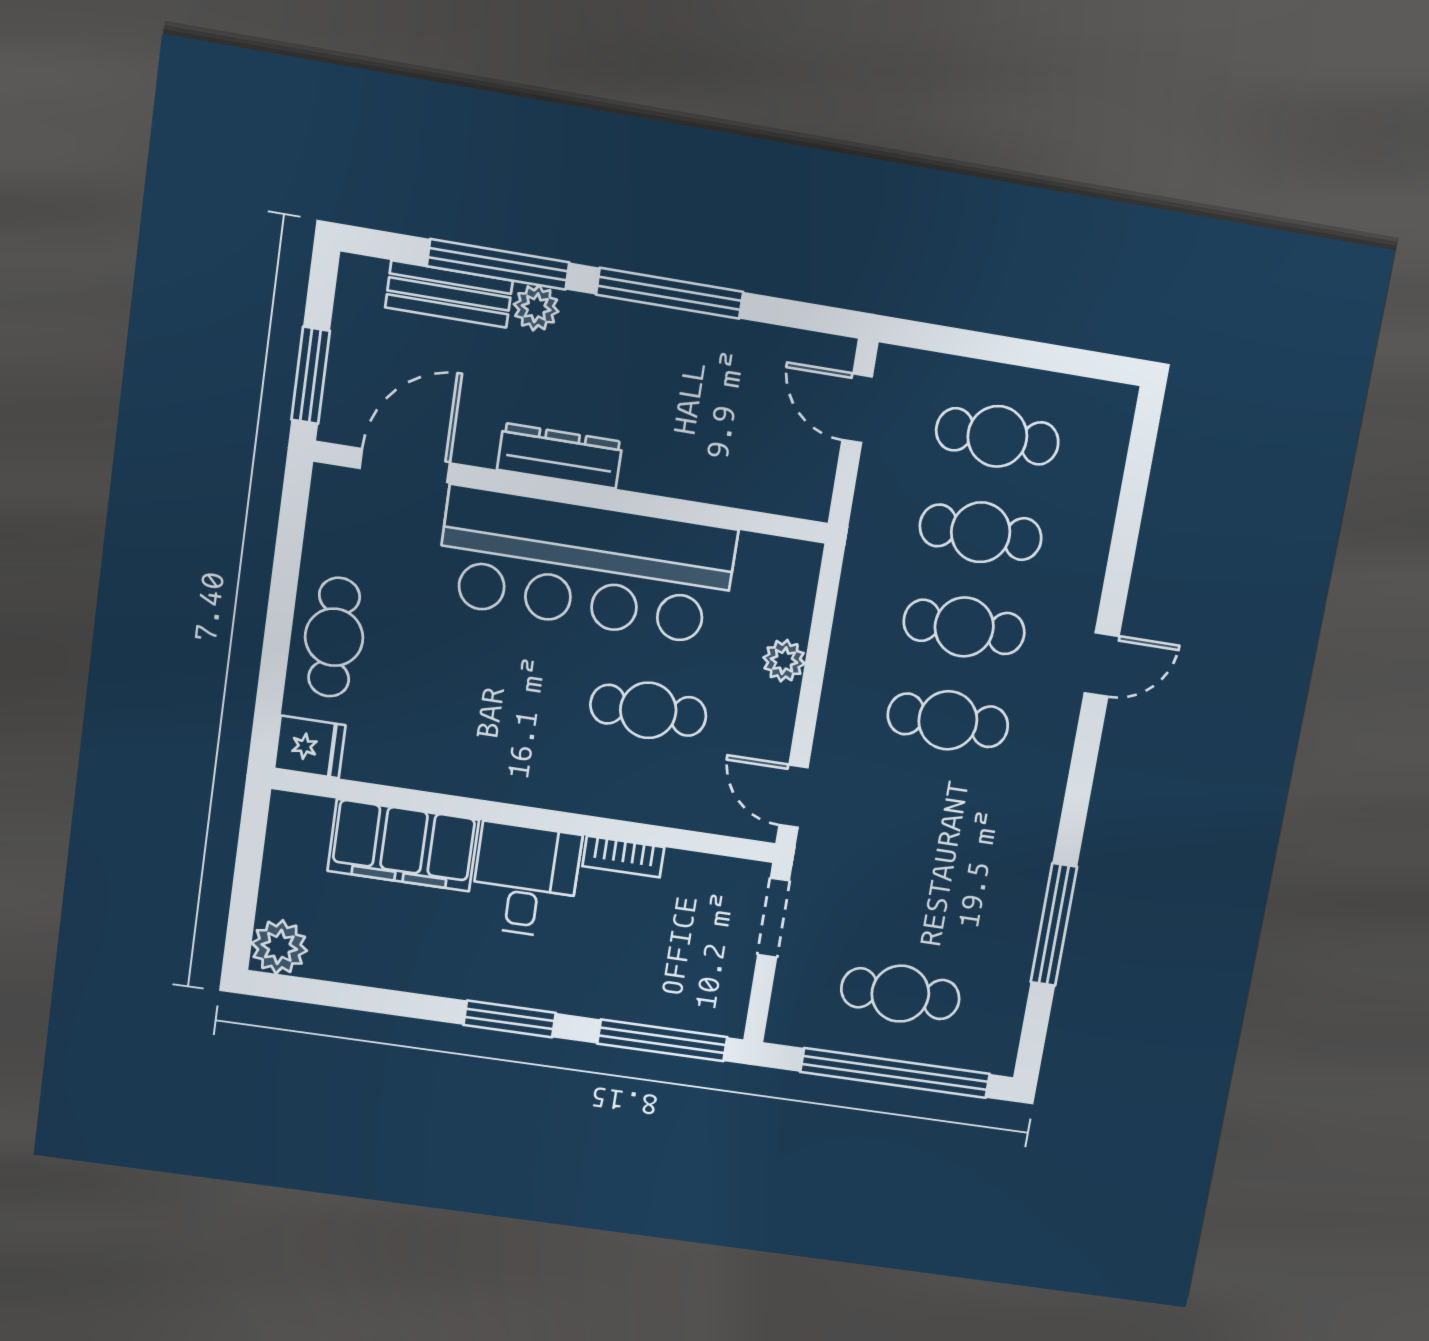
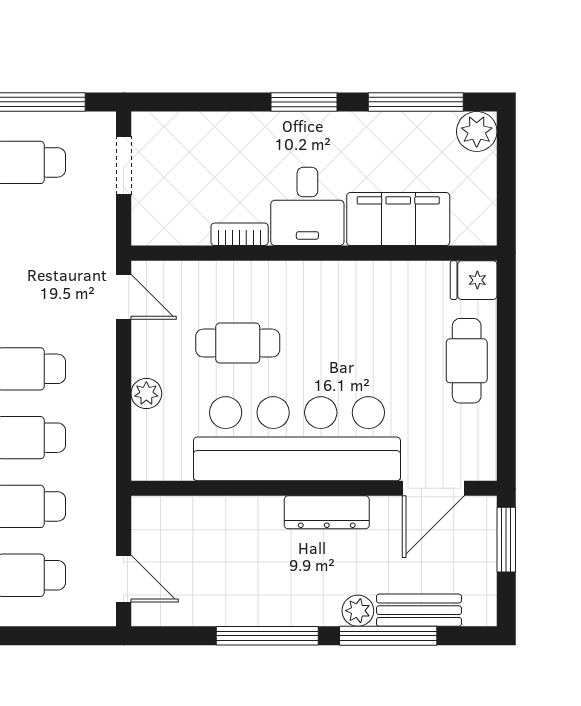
doorway: (773, 918) -> (124, 165), moved
window: (662, 1040) -> (416, 102), moved

